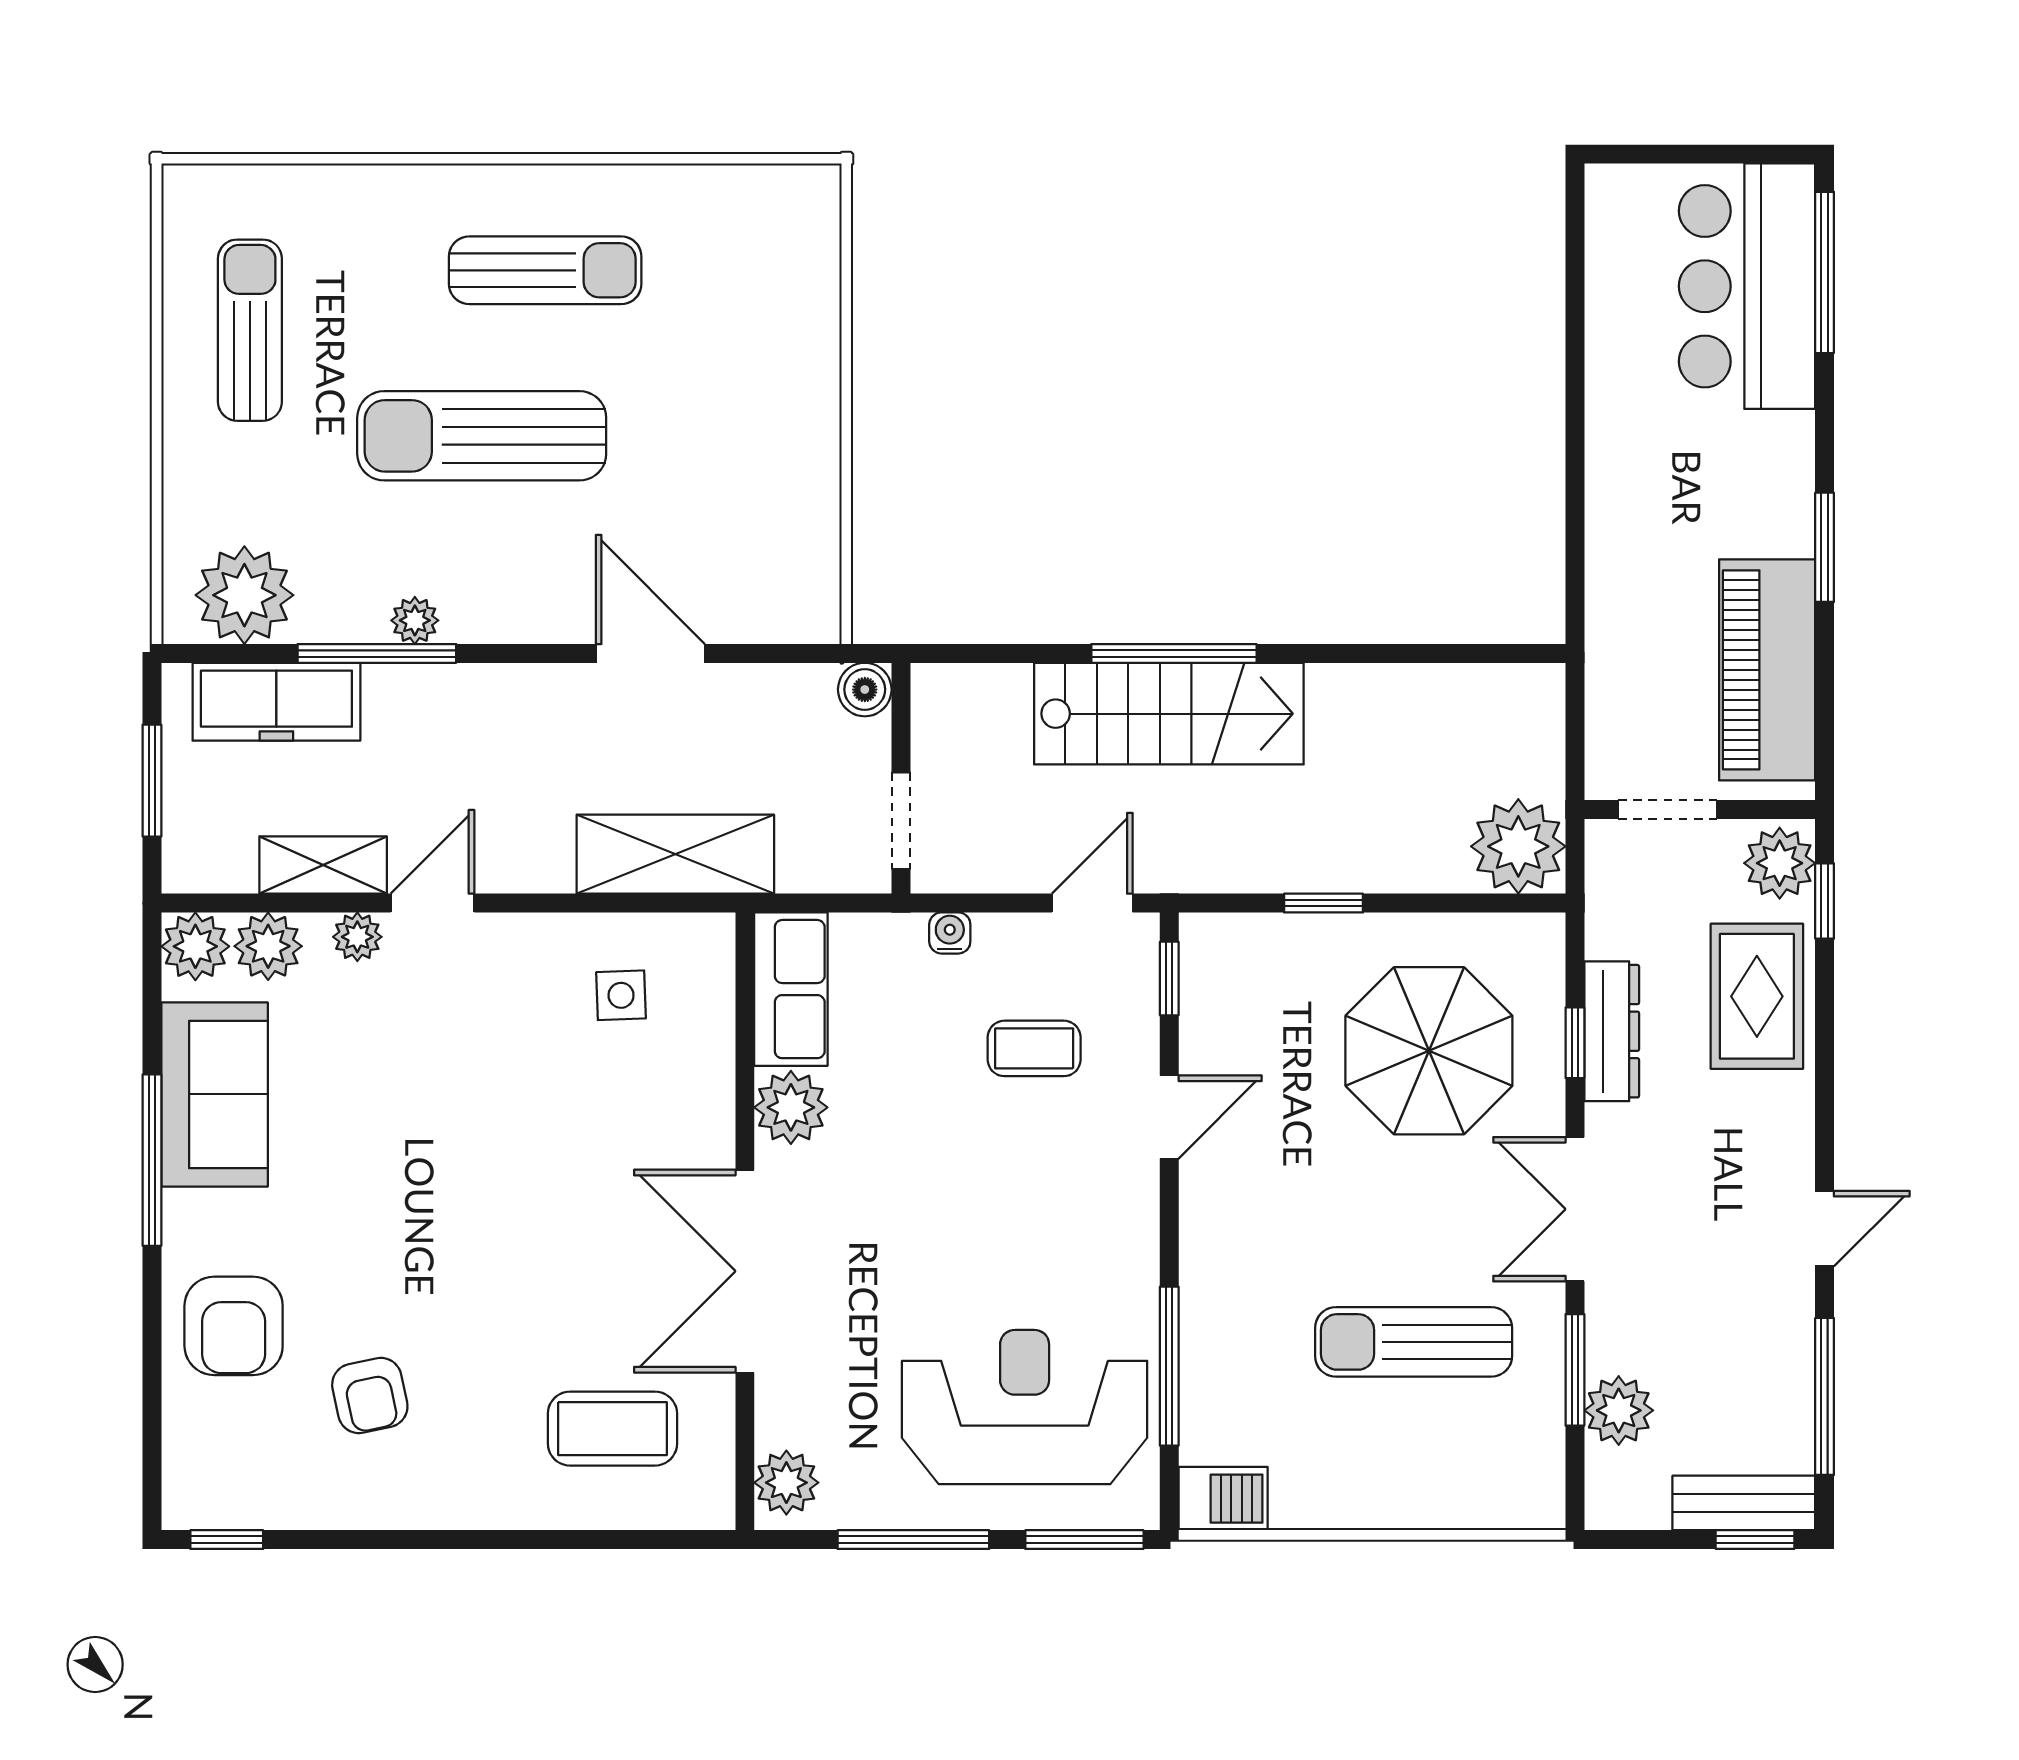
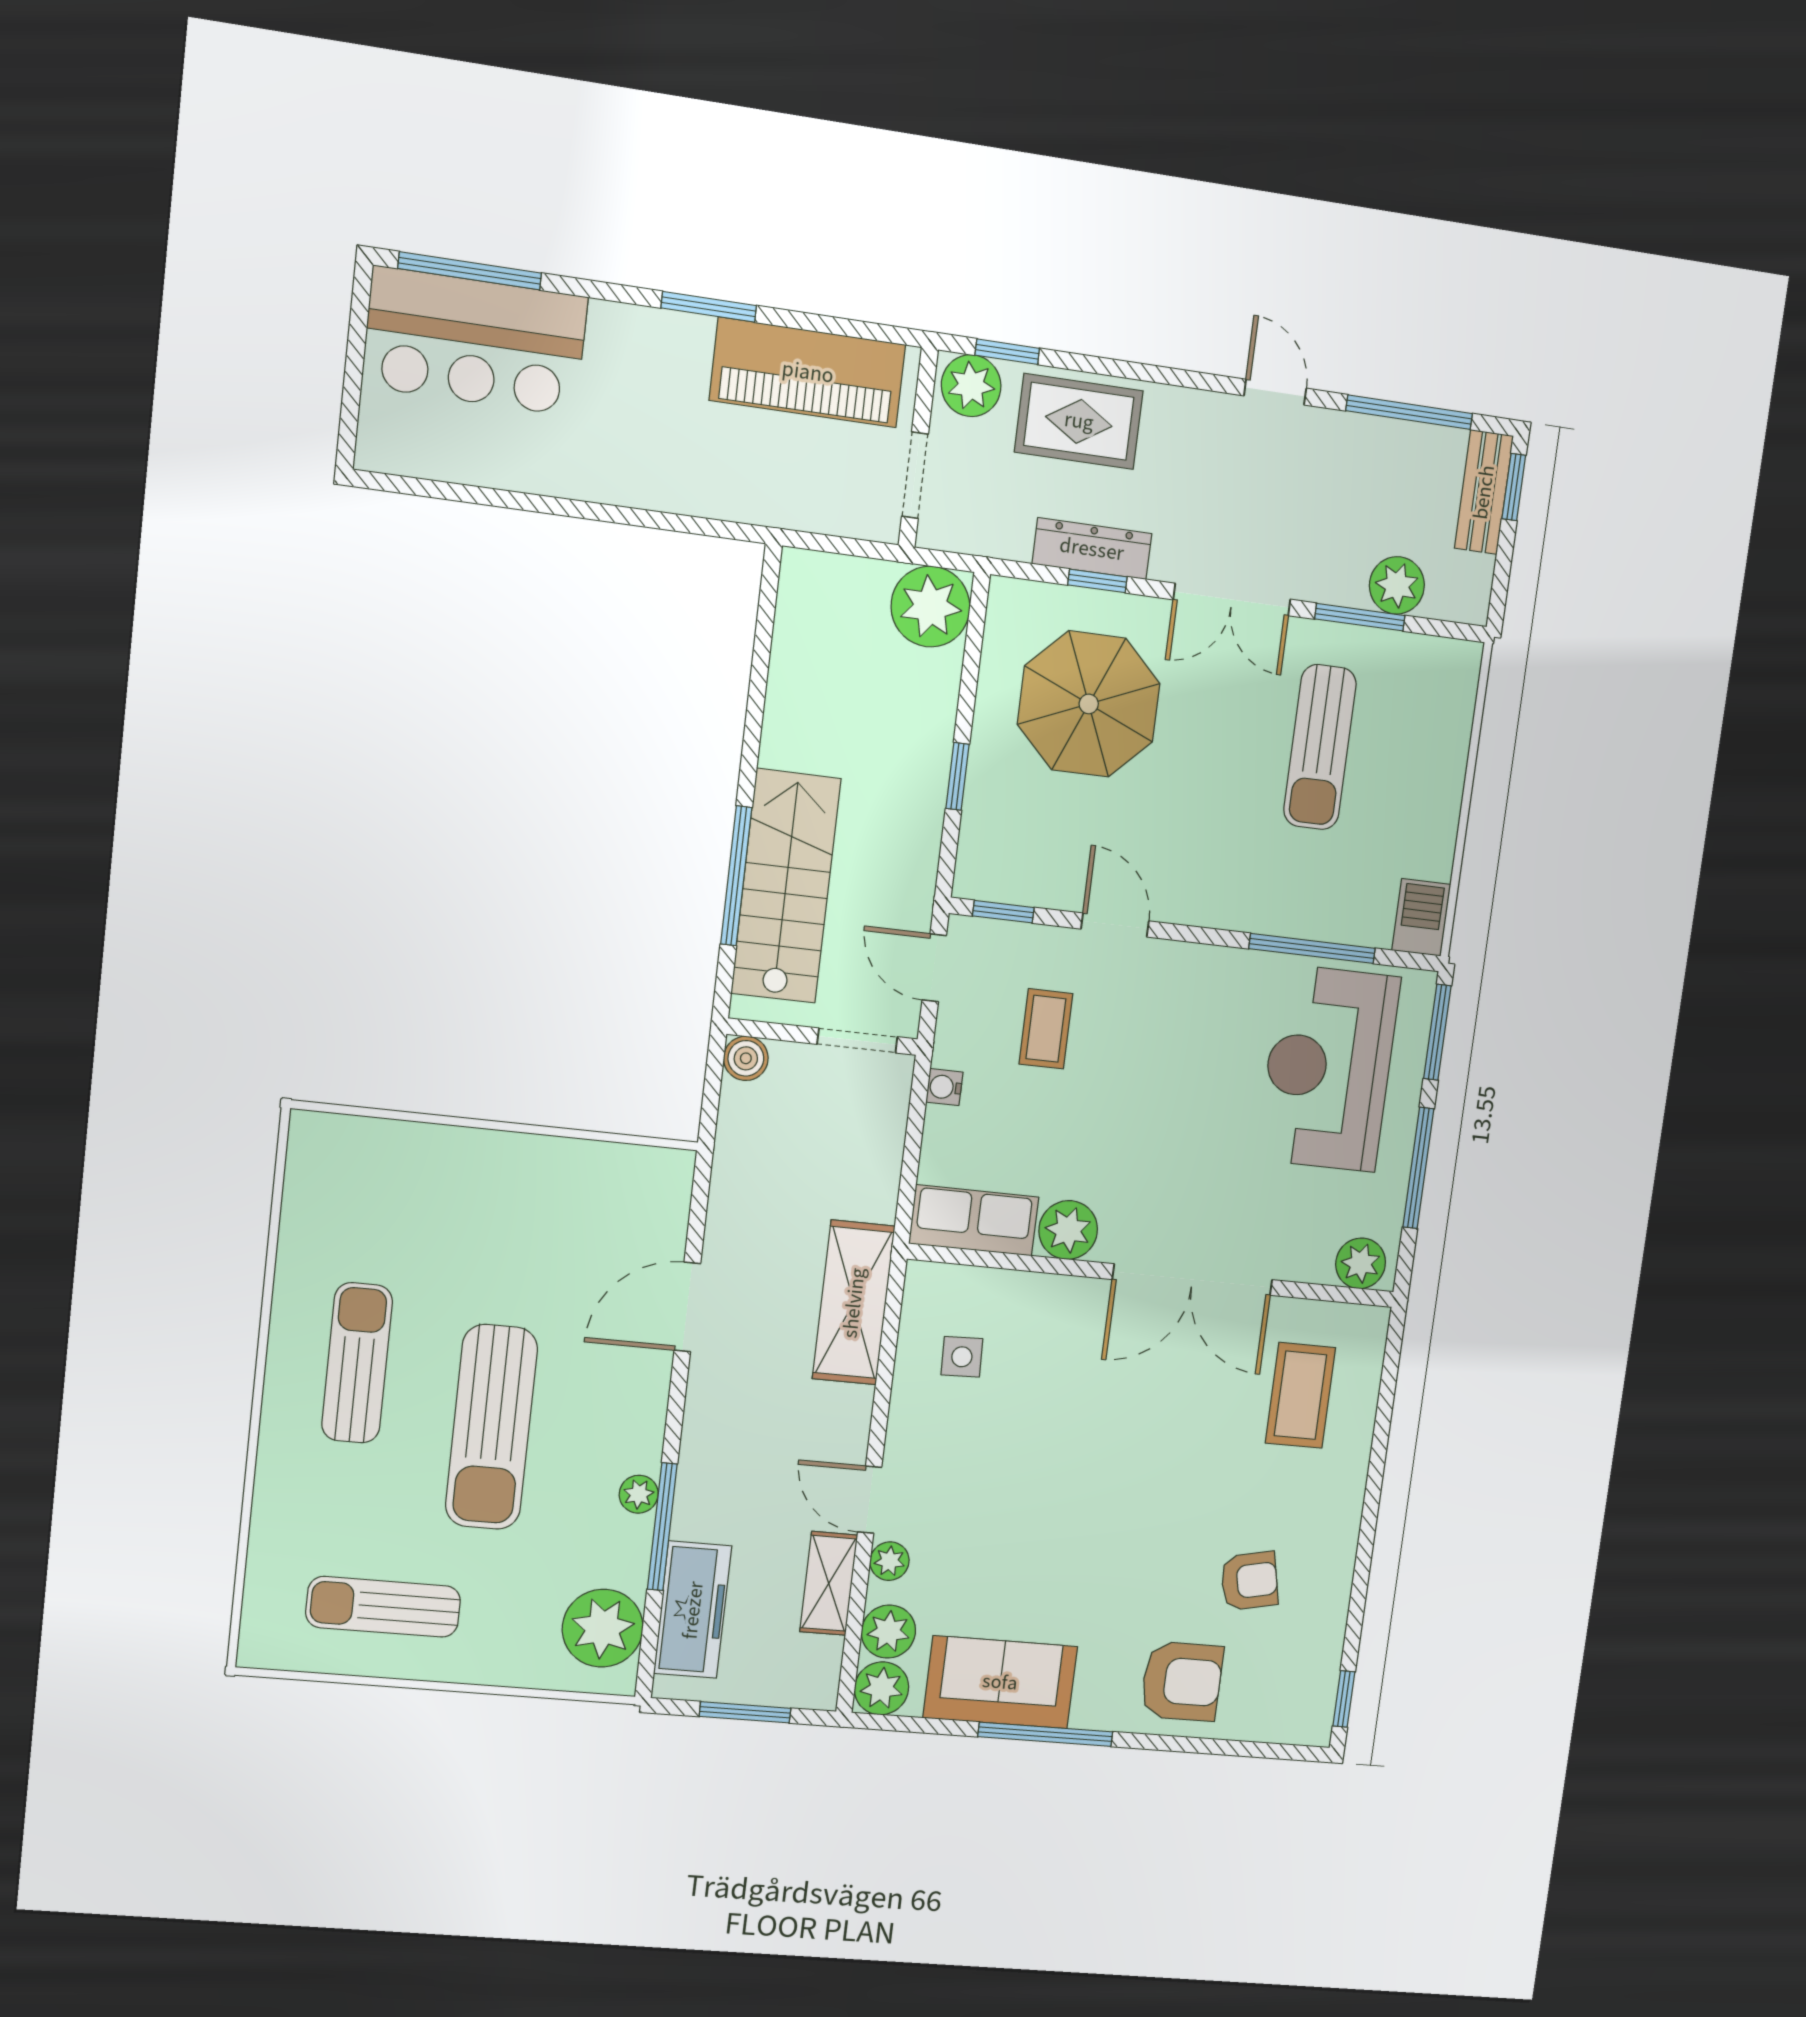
boiler: (865, 690) -> (746, 1058), moved
wall: (901, 778) -> (822, 1037), moved
doorway: (901, 821) -> (857, 1040), moved

